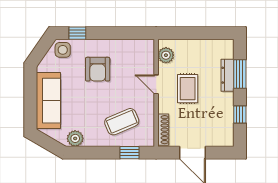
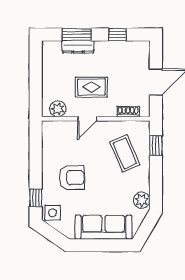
shoe rack: (163, 130) -> (128, 112), width x0.70

